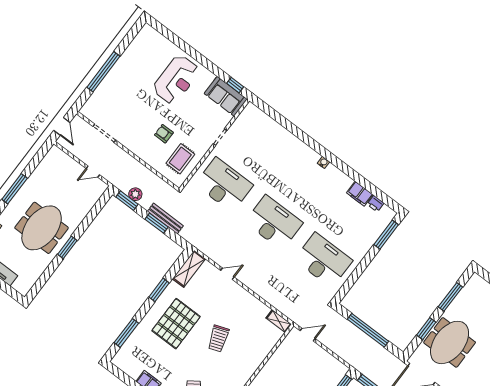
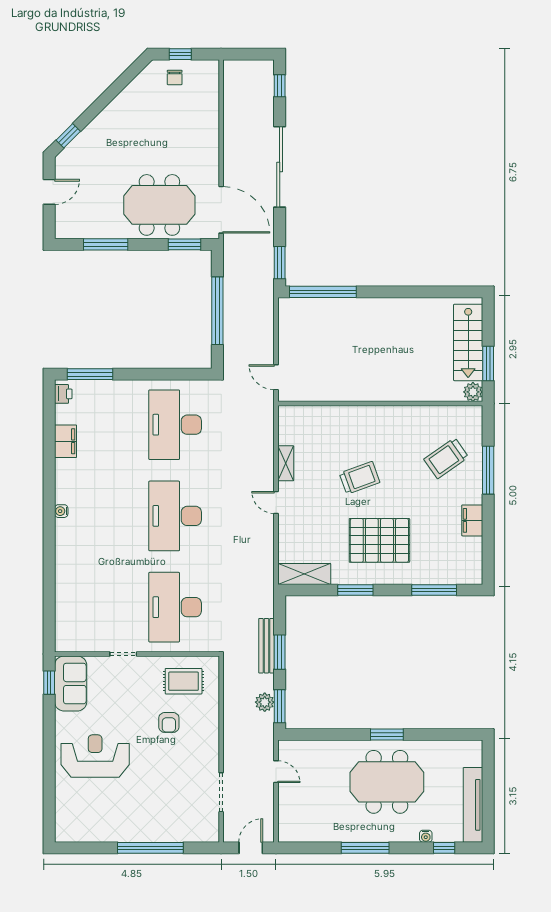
printer: (376, 204) -> (63, 394), moved
door: (227, 274) -> (276, 502), moved
shelving: (279, 321) -> (286, 463), moved
window: (426, 329) -> (184, 244), moved

